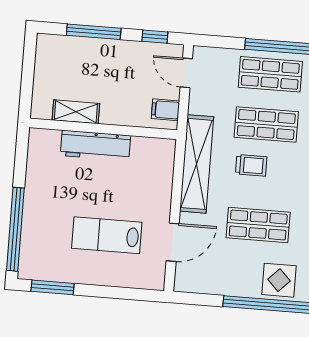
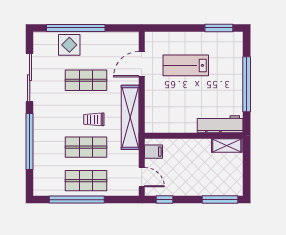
window: (94, 32) -> (220, 200), moved
shelving: (76, 112) -> (227, 146), moved
workbench: (96, 145) -> (220, 124), moved
window: (15, 229) -> (247, 84), moved
lab bench: (107, 235) -> (186, 65), turned 180

